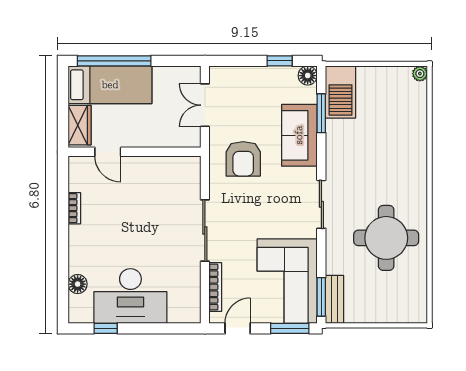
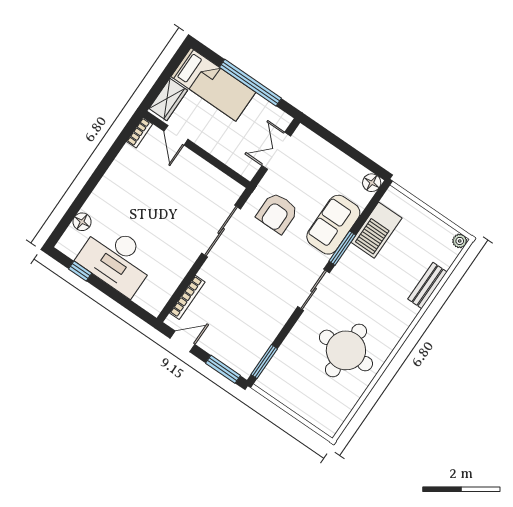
window: (114, 61) -> (250, 83), moved
window: (280, 61) -> (358, 156), removed
barbecue: (340, 92) -> (376, 230), moved
window: (321, 113) -> (342, 248), moved
bookcase: (74, 208) -> (140, 133), moved
sliding door: (205, 230) -> (221, 231), moved
corner sofa: (287, 281) -> (246, 331), removed
bench: (335, 299) -> (427, 285), moved

